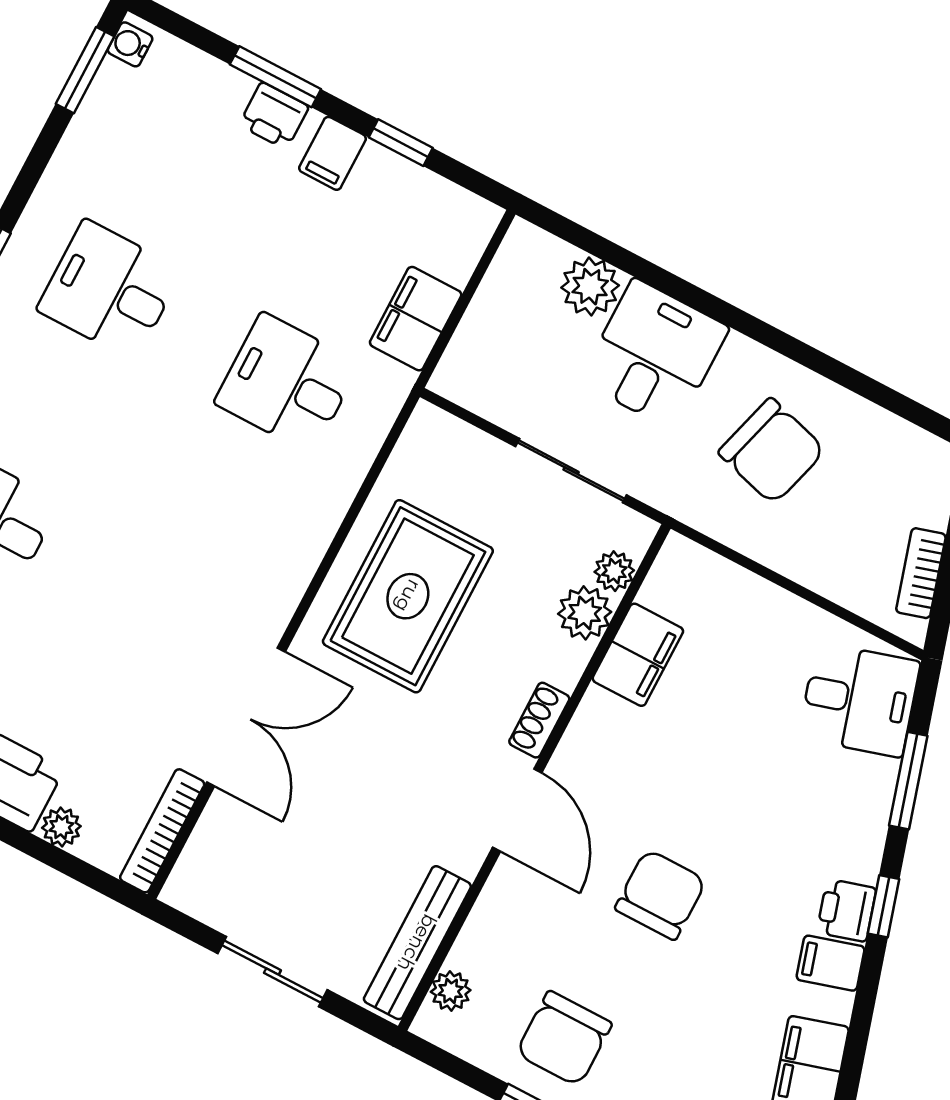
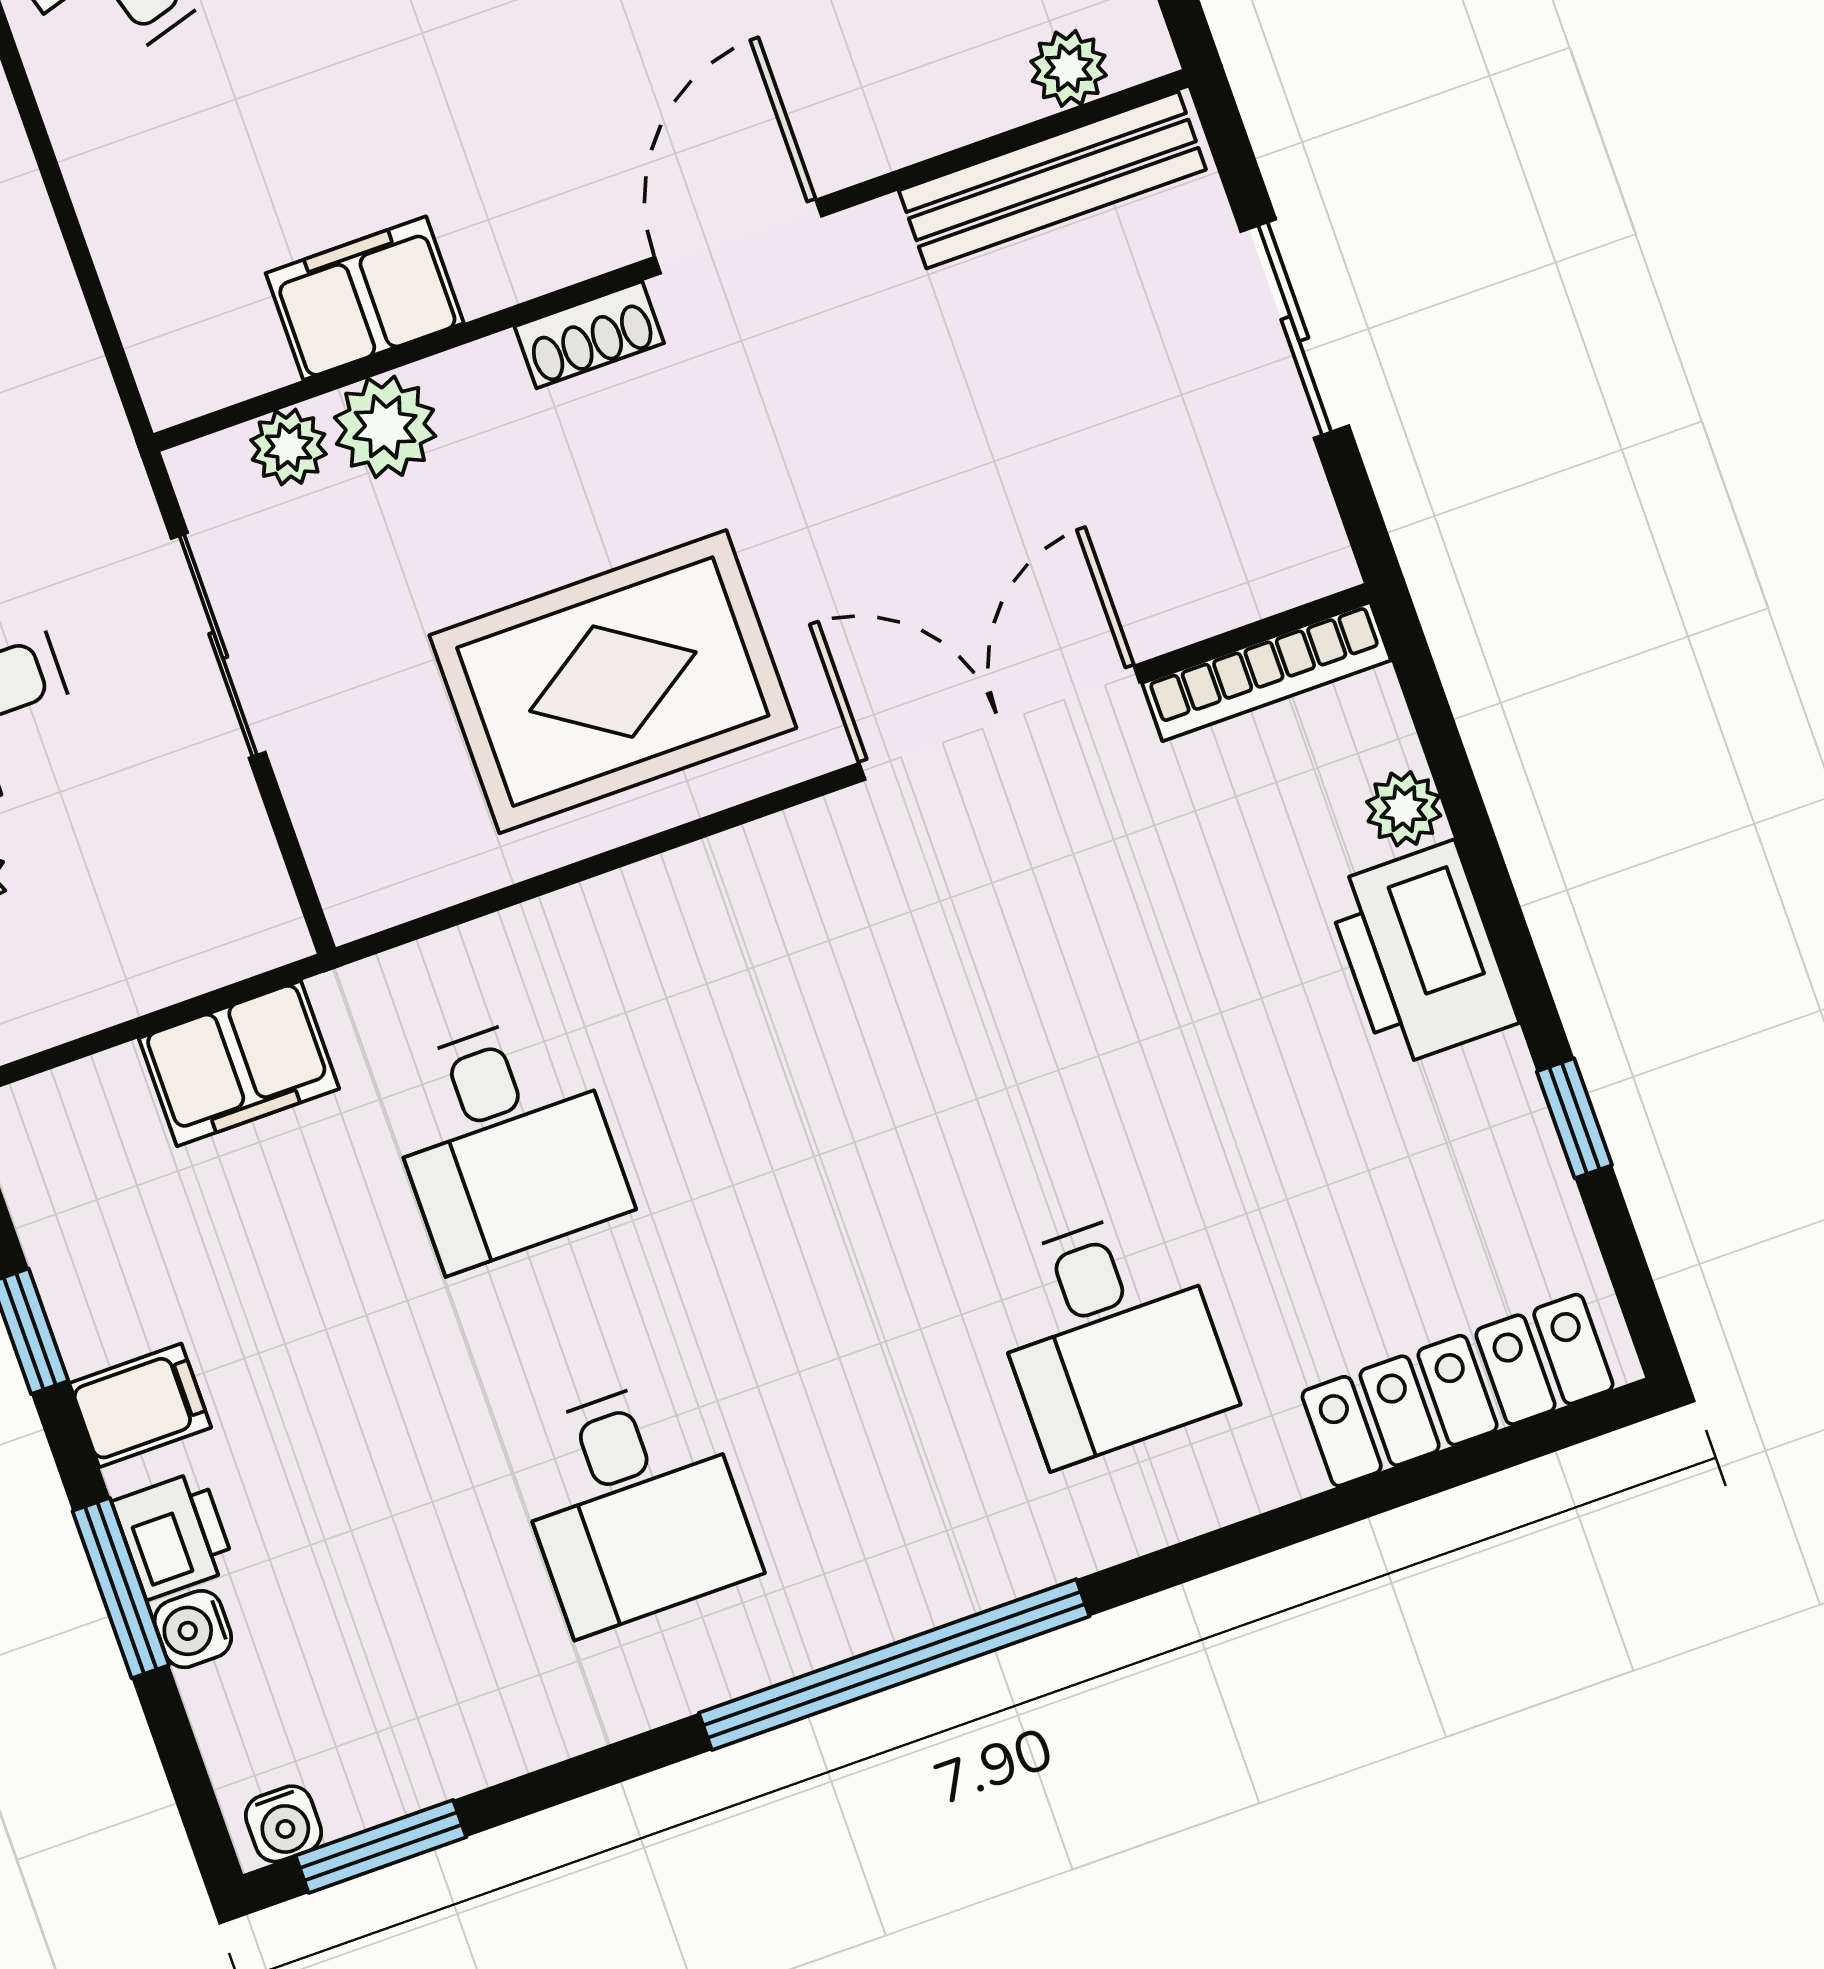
water cooler: (233, 87) -> (193, 1629), added

